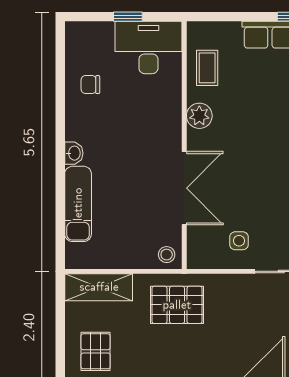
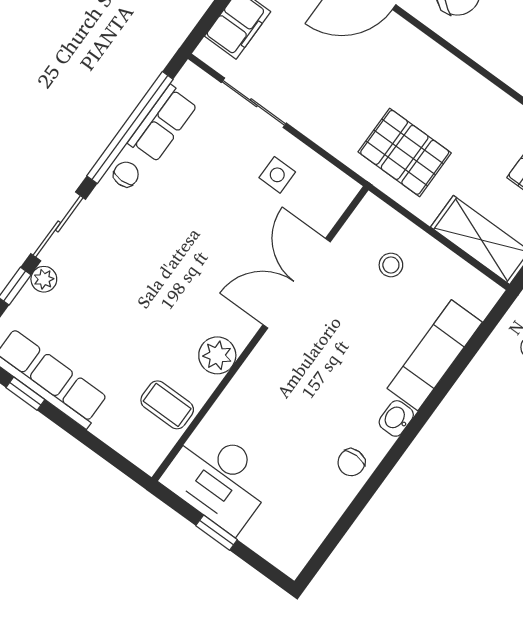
coffee table: (207, 68) -> (167, 405), turned 90
chair: (90, 85) -> (351, 462), moved, turned 92
stool: (167, 255) -> (391, 265), moved

